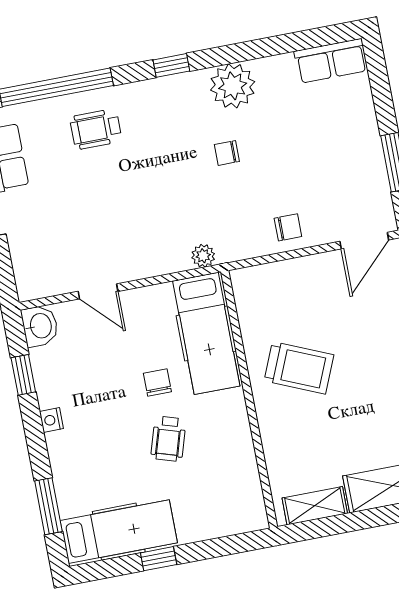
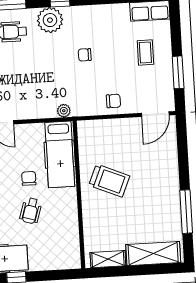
plant: (233, 86) -> (50, 20), moved
coffee table: (333, 135) -> (145, 53), added

